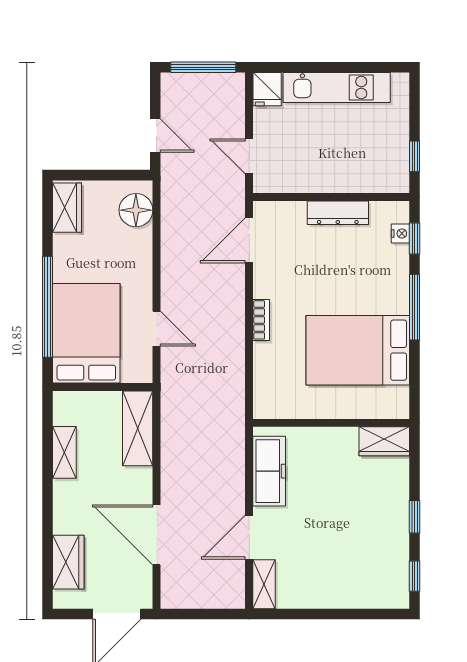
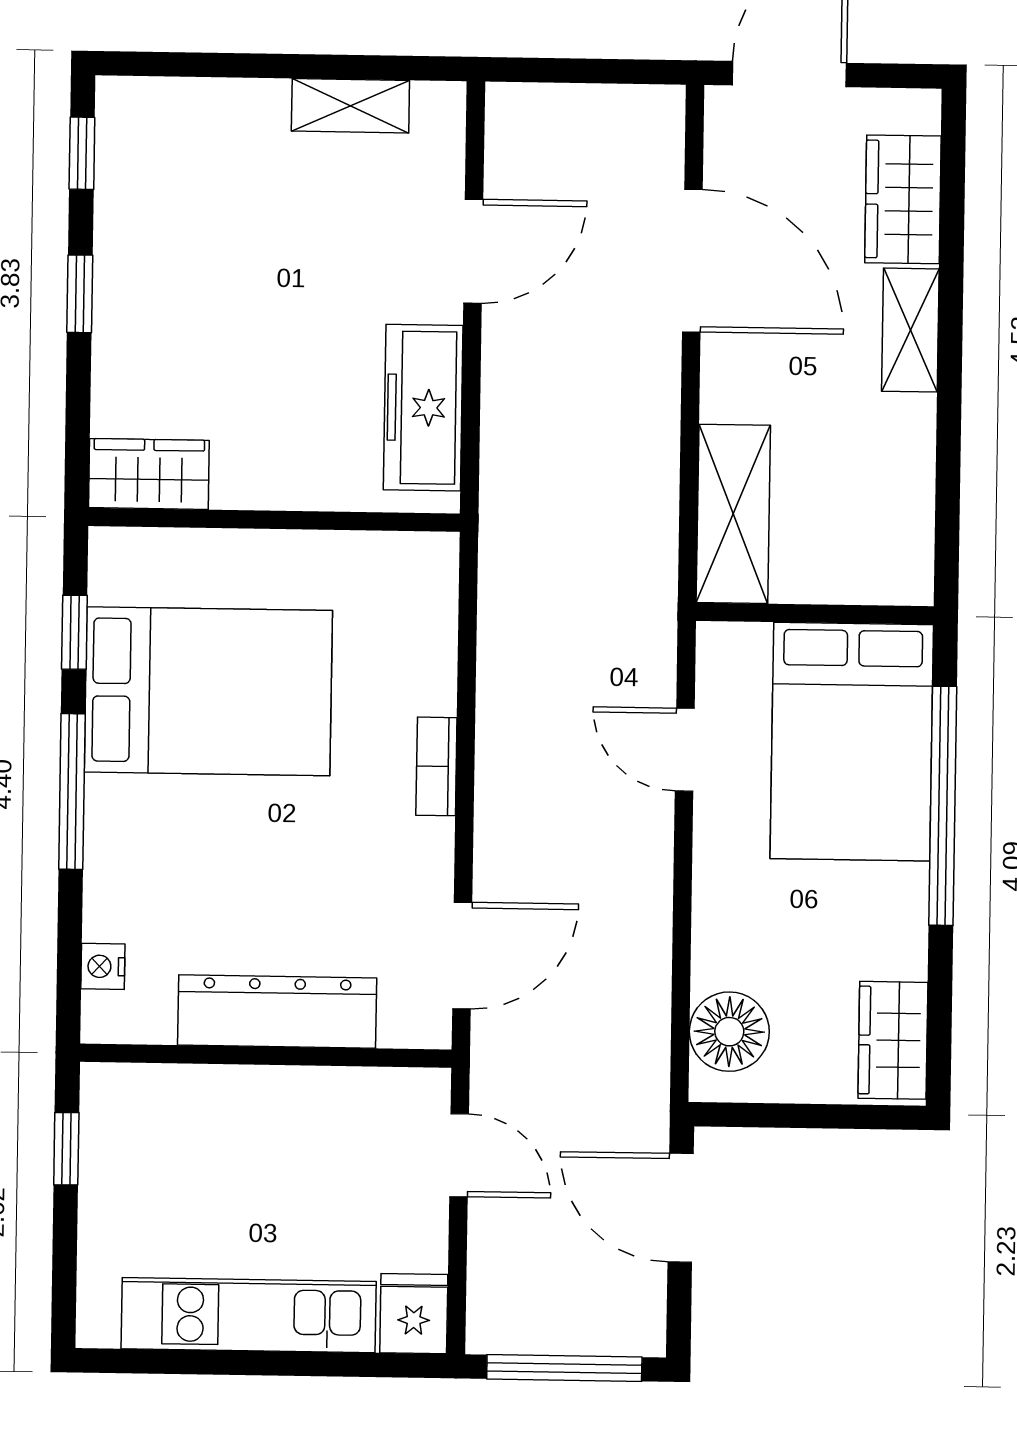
door: (155, 136) -> (681, 1208), width x1.38
dresser: (338, 213) -> (277, 1011), width x1.37, depth x1.24
window: (415, 239) -> (74, 632), moved
shelving: (64, 452) -> (910, 330), moved
shelving: (264, 584) -> (350, 106), moved, turned 90

